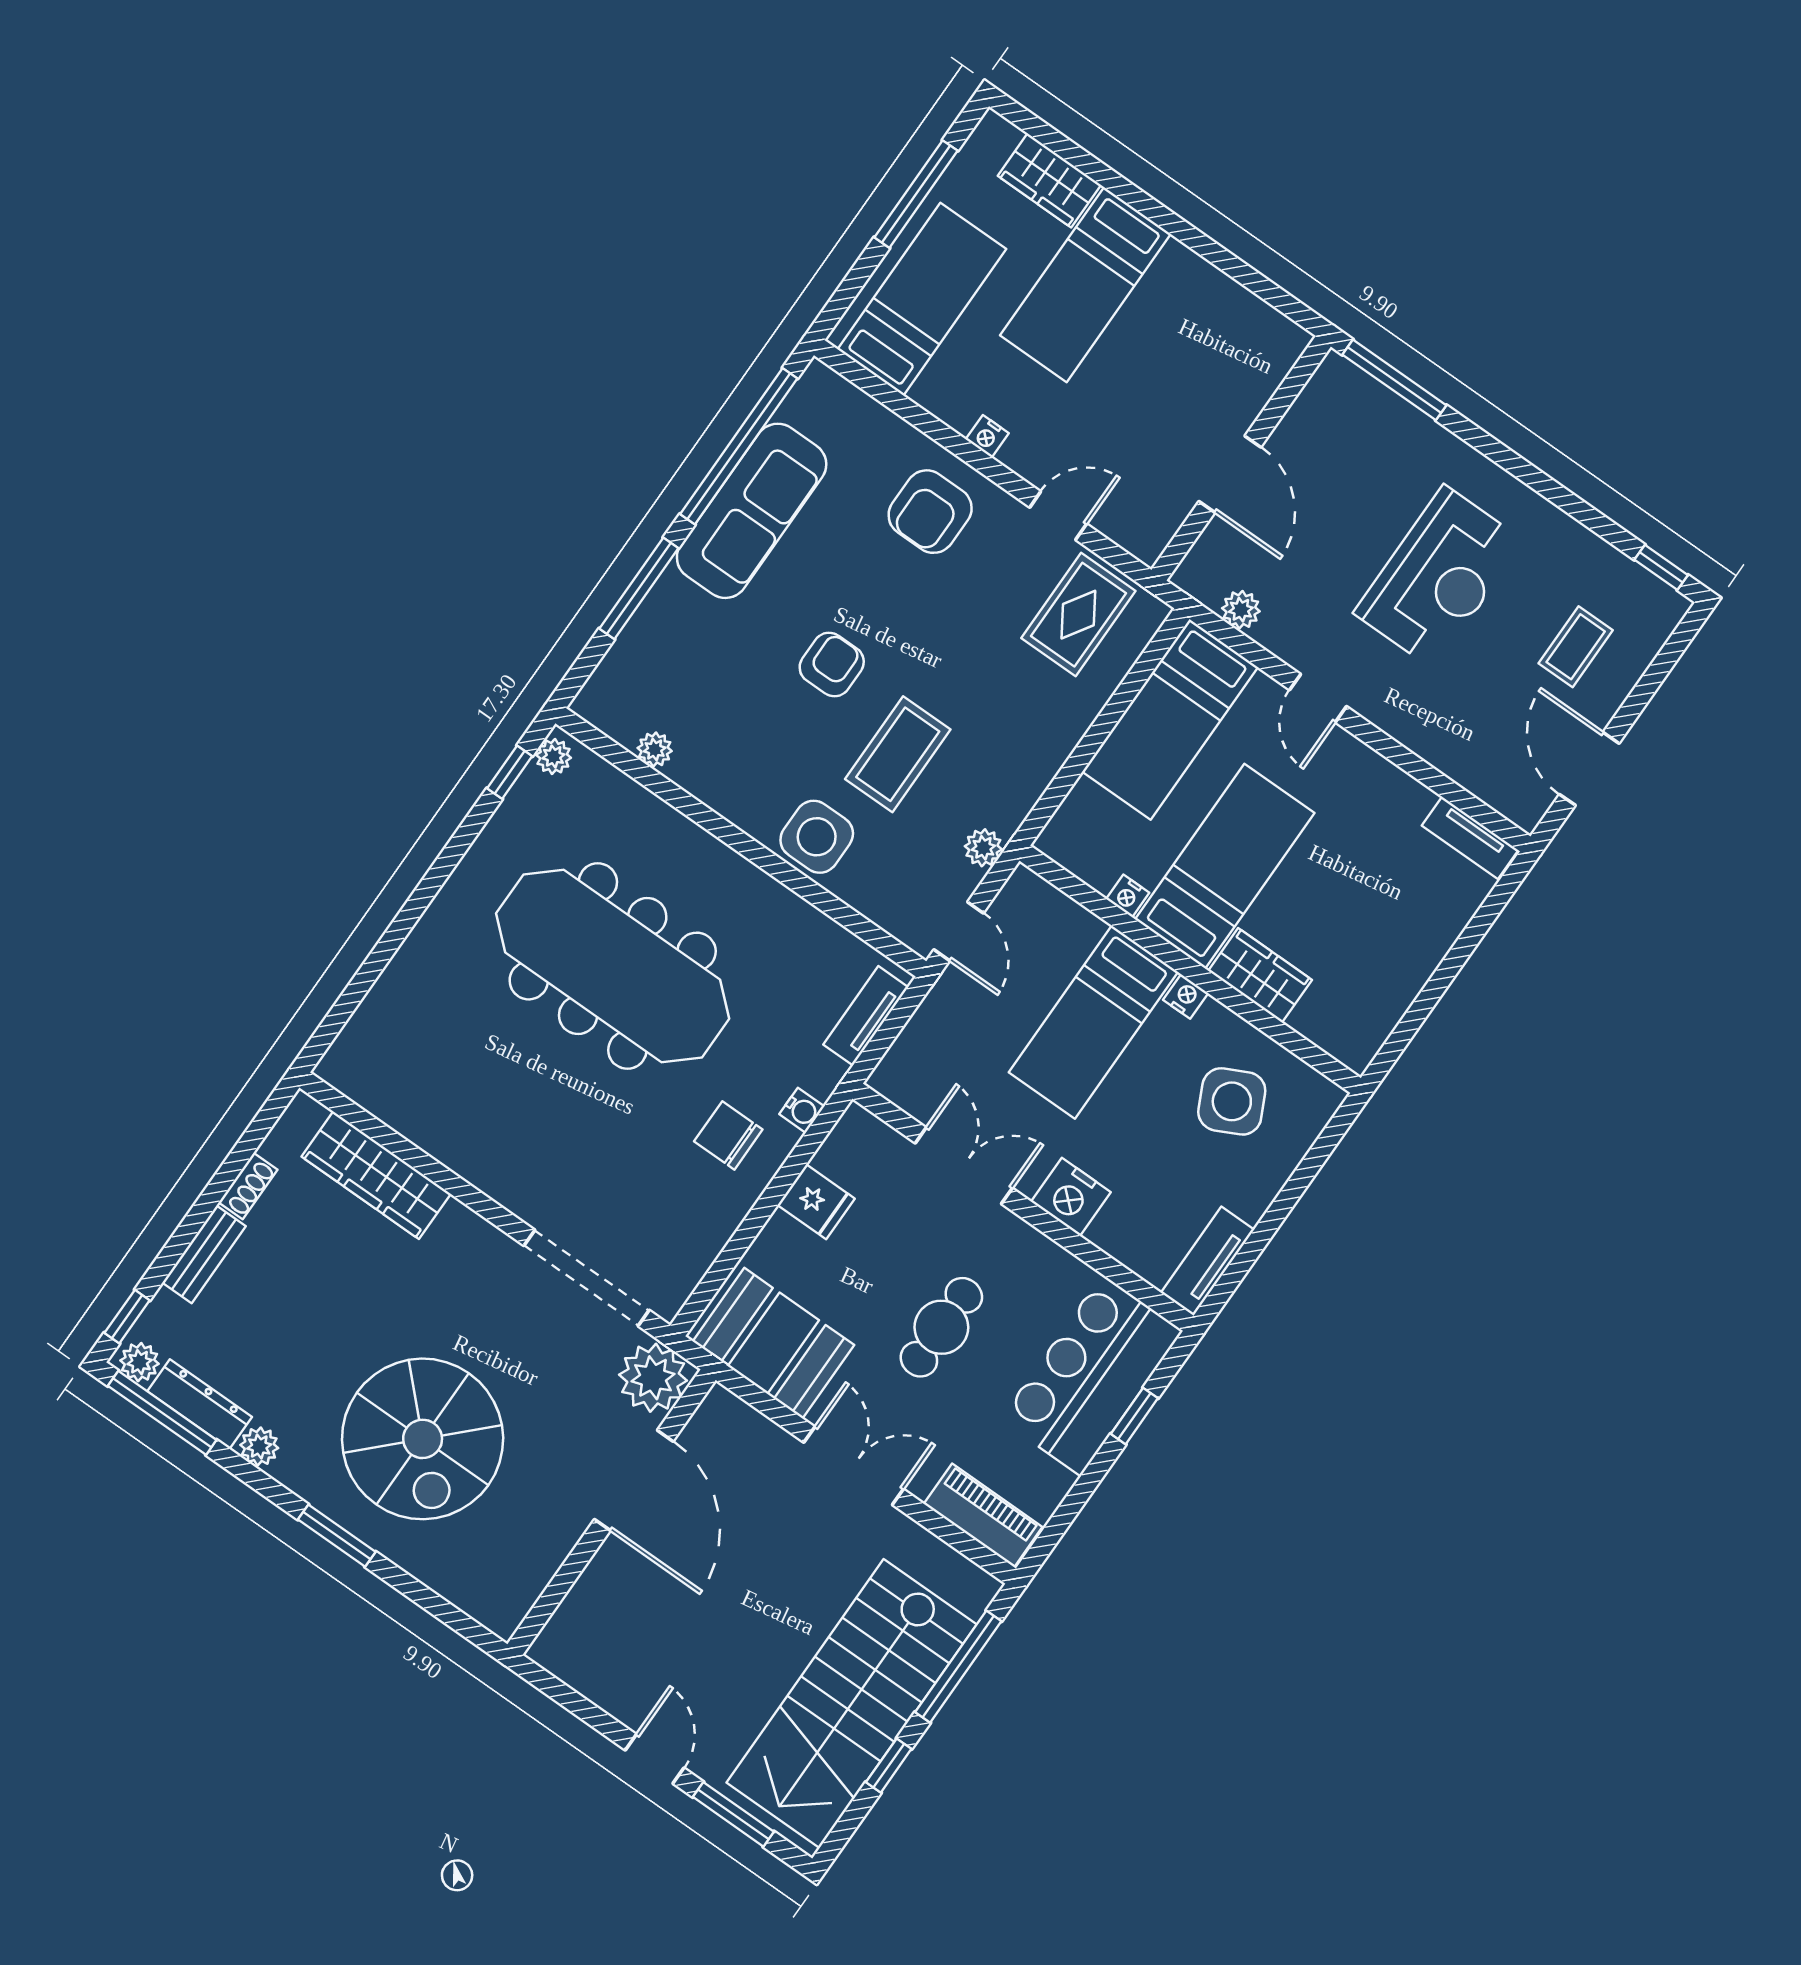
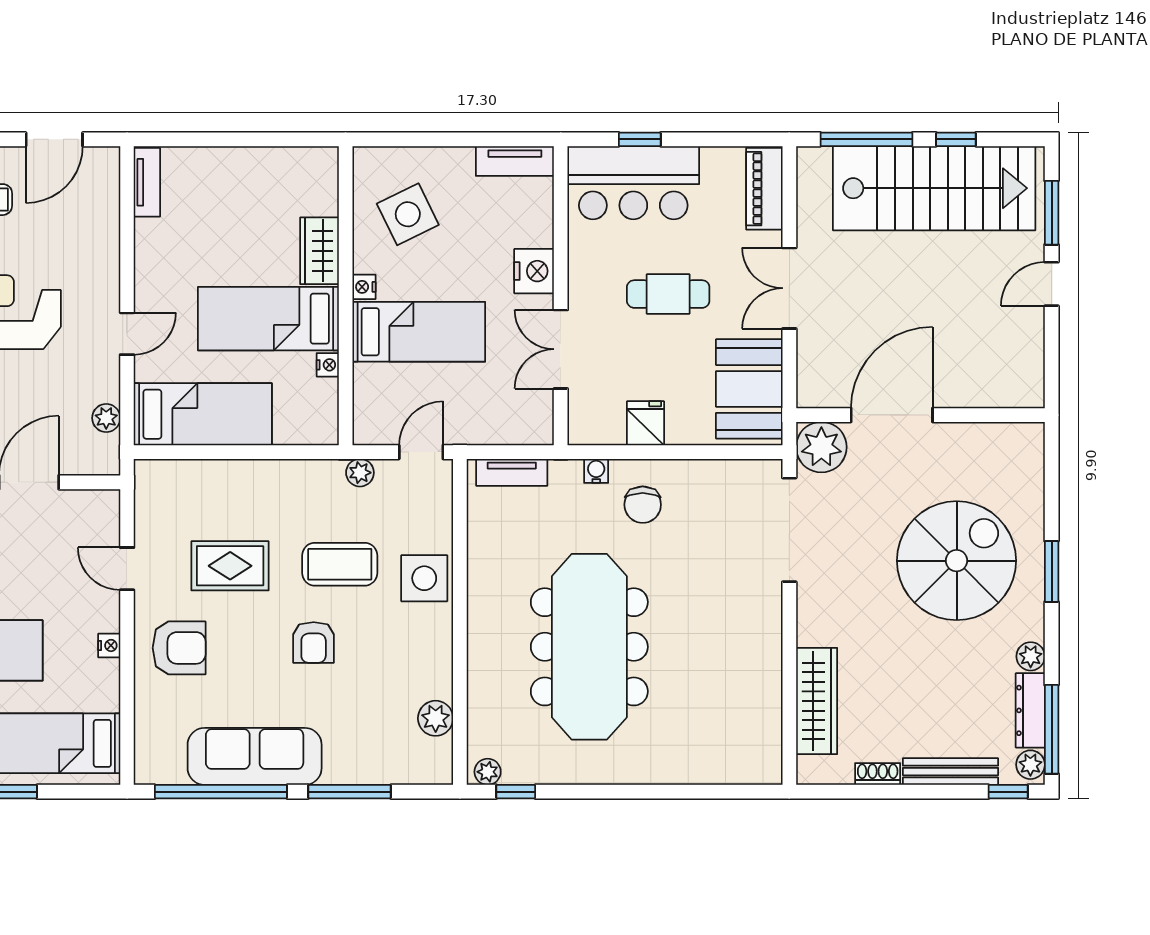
rug: (1078, 615) -> (230, 566), moved
armchair: (832, 665) -> (314, 642), turned -90
plant: (655, 749) -> (436, 718), width x1.38, depth x1.38
bench: (204, 1254) -> (950, 772), width x1.36

